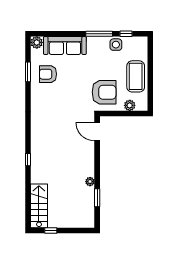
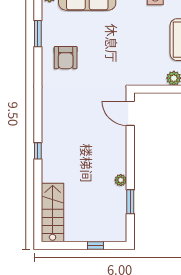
armchair: (48, 74) -> (66, 58), moved, turned -90
armchair: (104, 92) -> (140, 61), removed
window: (51, 231) -> (96, 246), moved

